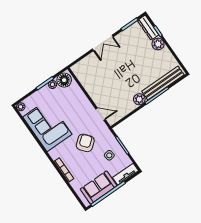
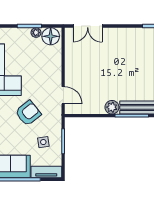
double door: (103, 43) -> (88, 26), moved

